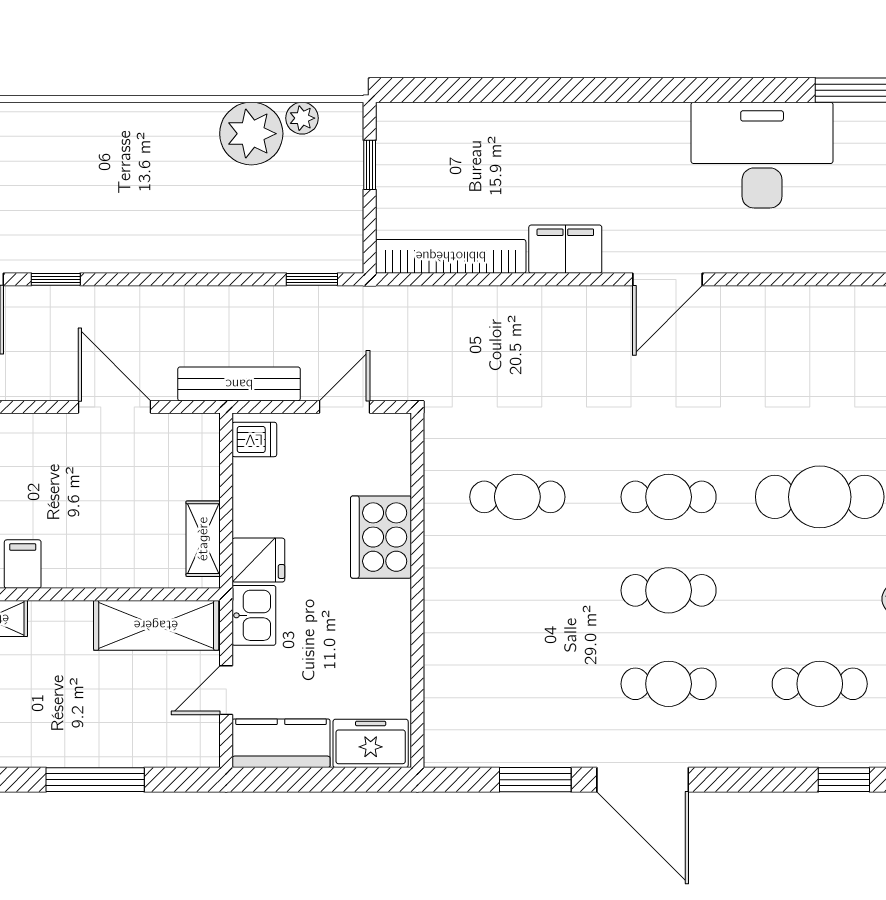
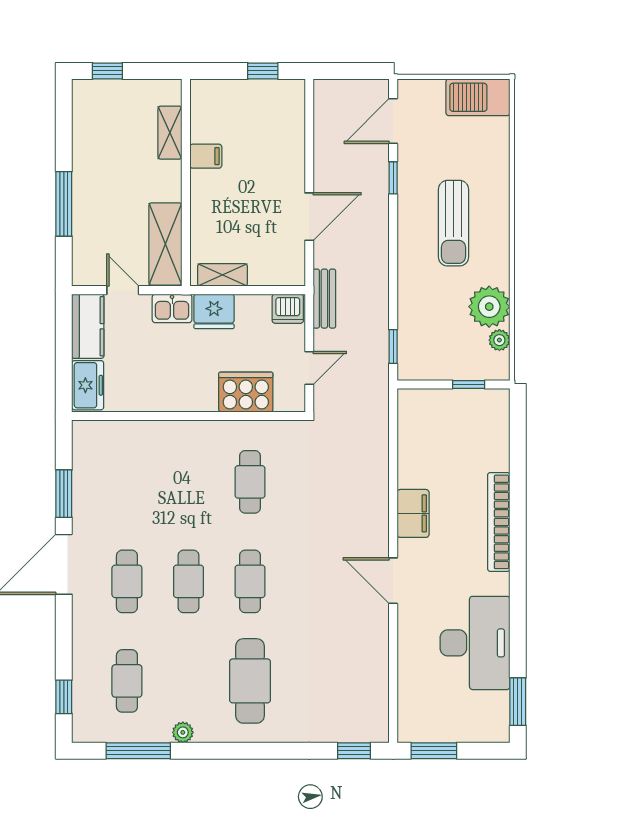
sun lounger: (124, 188) -> (453, 223), added
bookcase: (451, 256) -> (499, 522), moved, turned 180
bench: (239, 384) -> (324, 299), width x0.73
door: (344, 407) -> (309, 368), hinge flipped
dishwasher: (254, 439) -> (288, 309), width x1.38
cooker: (381, 537) -> (246, 392), moved
fridge: (258, 560) -> (214, 311), width x1.38

